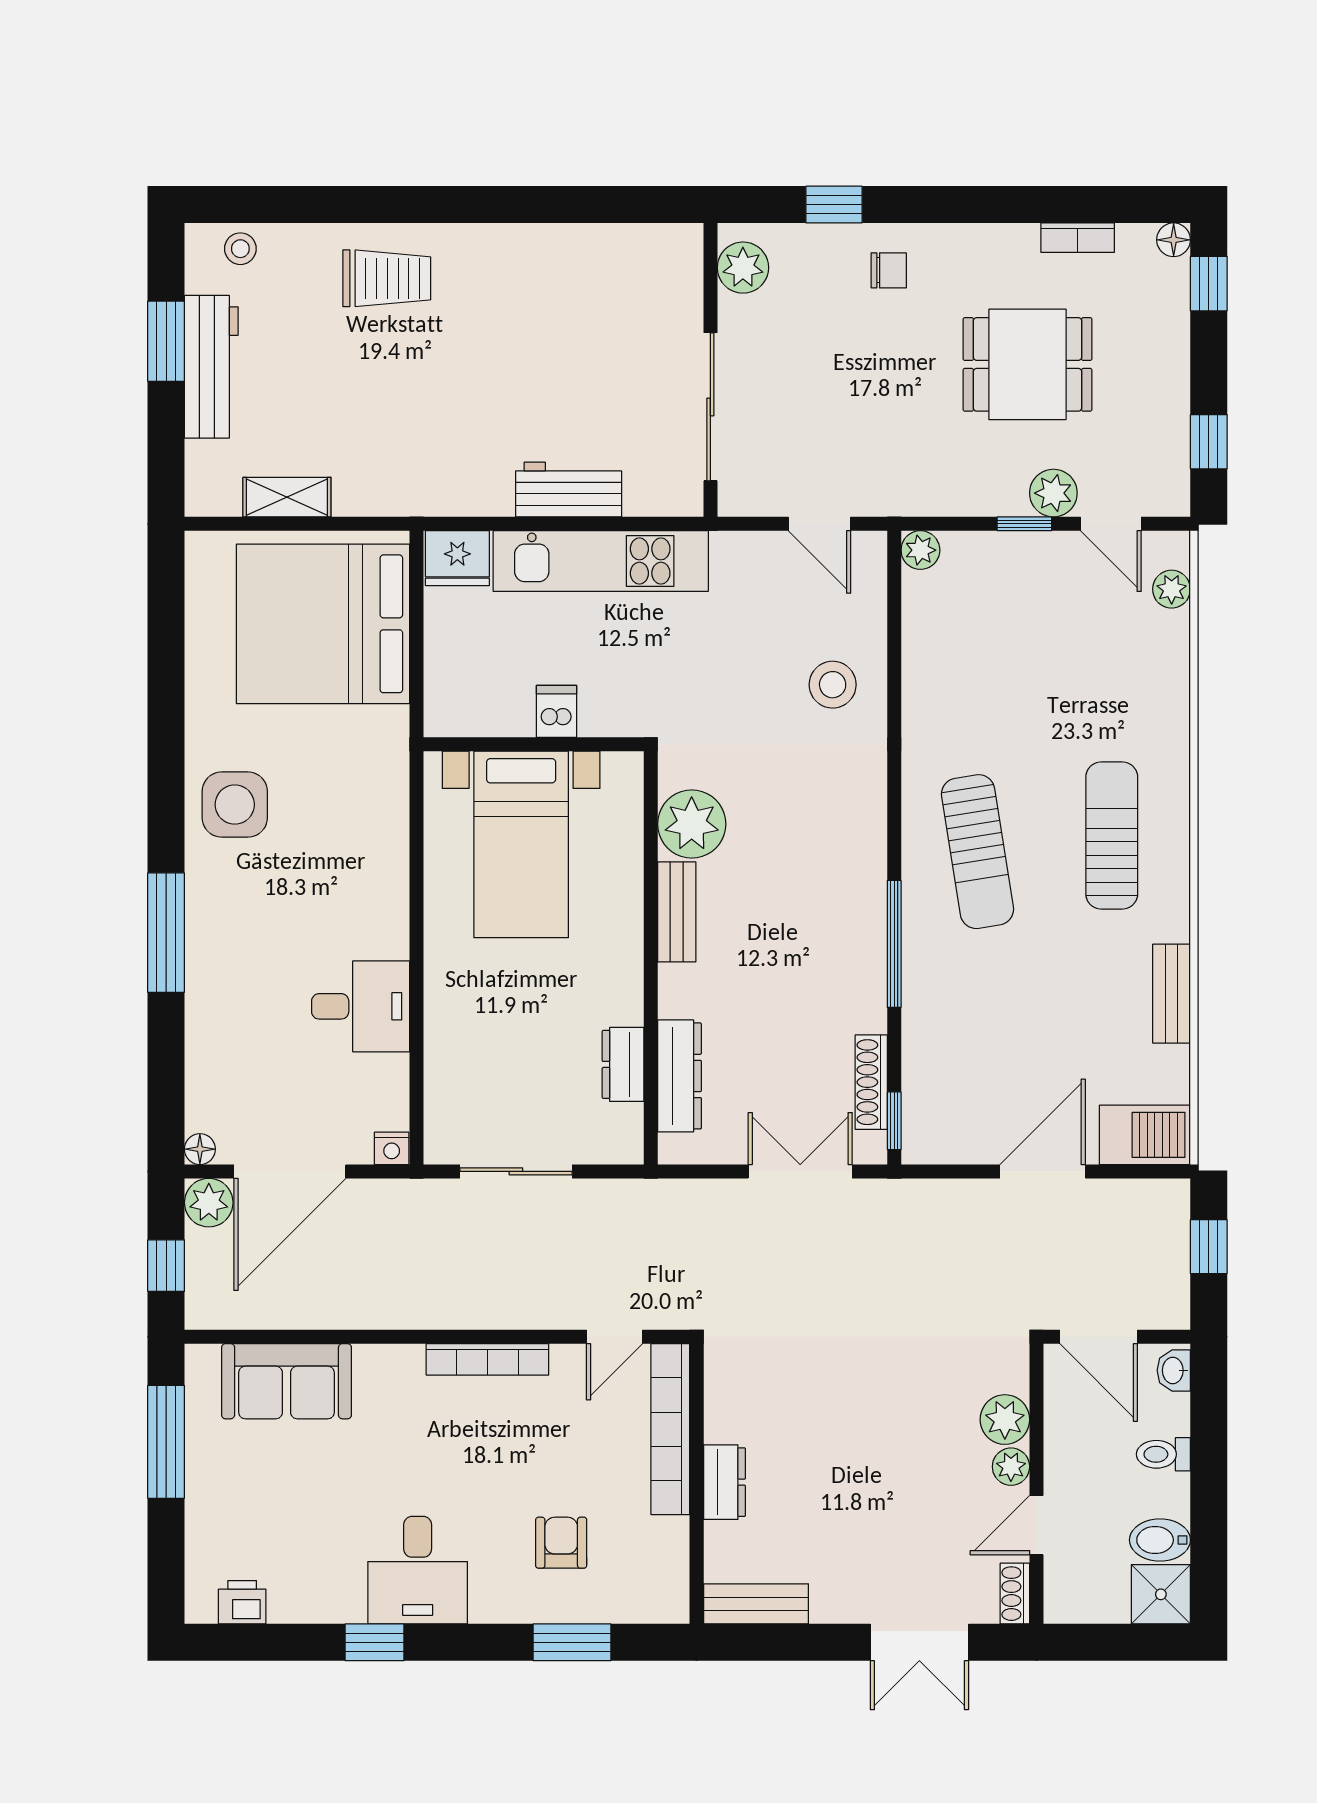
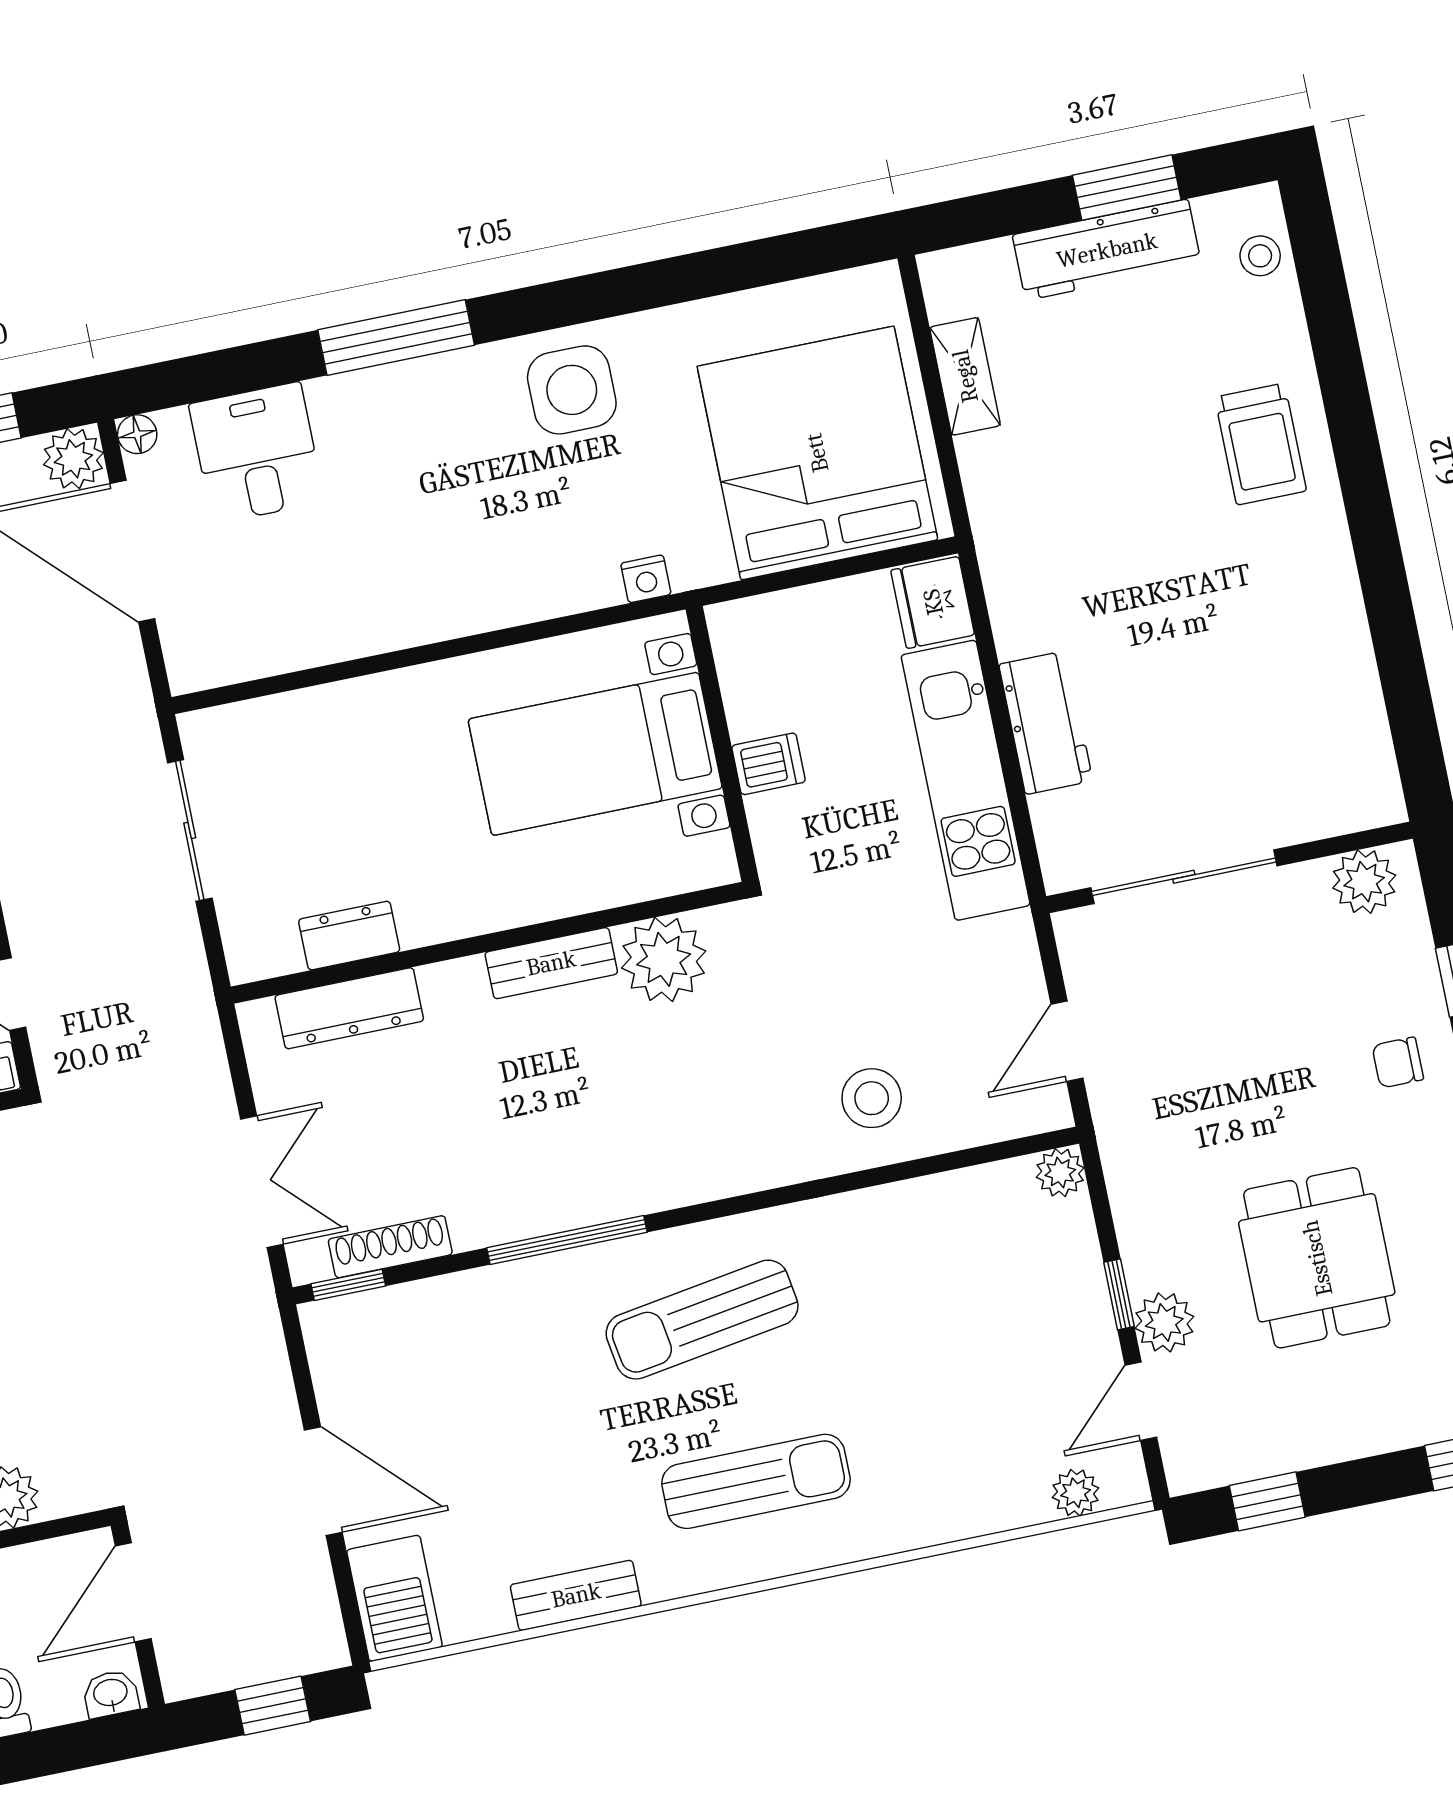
chair: (889, 270) -> (1398, 1062), turned 90
desk: (361, 1006) -> (257, 453), moved, turned 180
nightstand: (392, 1148) -> (646, 579), moved, turned -90

